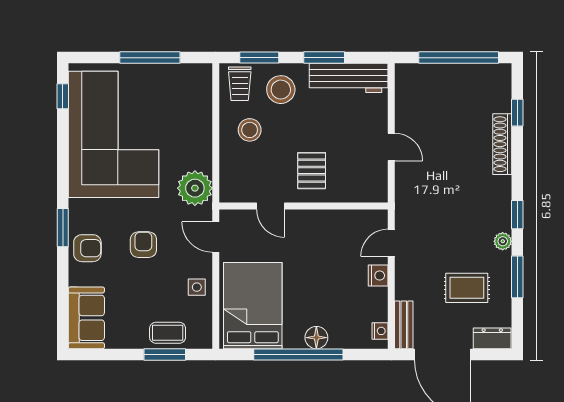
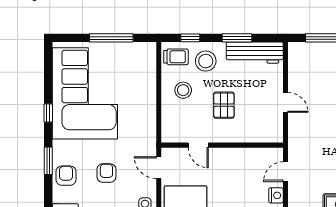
window: (259, 58) -> (190, 38), width x0.67
trolley: (240, 84) -> (176, 57), turned -90
window: (63, 96) -> (48, 113), moved
pallet: (312, 171) -> (224, 105), moved
plant: (195, 188) -> (144, 132), removed
armchair: (87, 248) -> (66, 176), turned -90

